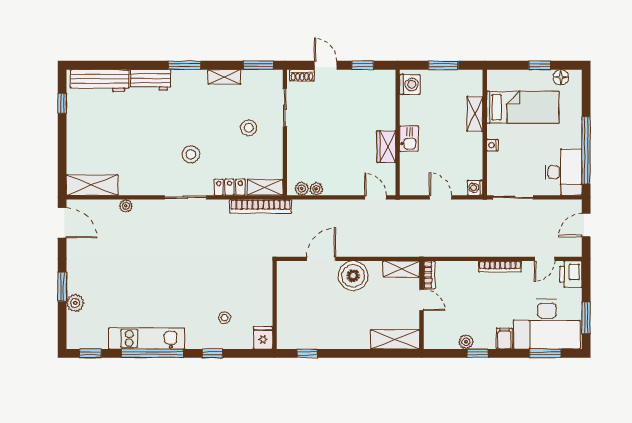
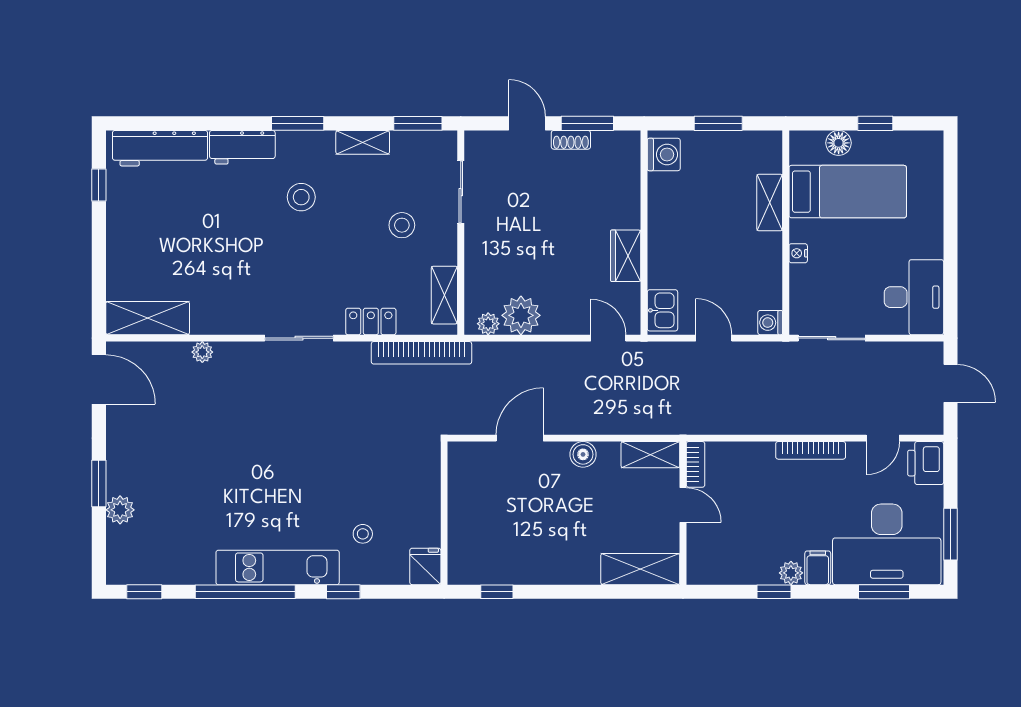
window: (363, 65) -> (587, 123), width x1.50
shoe rack: (302, 75) -> (571, 140), moved
floor lamp: (561, 77) -> (839, 143), moved
kitchen sink: (409, 139) -> (662, 310), moved
window: (586, 150) -> (950, 262), removed
stool: (191, 154) -> (301, 197), moved
shelving: (265, 187) -> (444, 295), moved, turned 90
plant: (316, 189) -> (521, 315), width x1.87, depth x1.87
door: (586, 225) -> (950, 383), swing flipped
boiler: (353, 276) -> (583, 454), width x0.54, depth x0.54
kitchen unit: (147, 338) -> (278, 567), moved
plant: (466, 342) -> (791, 573), moved

